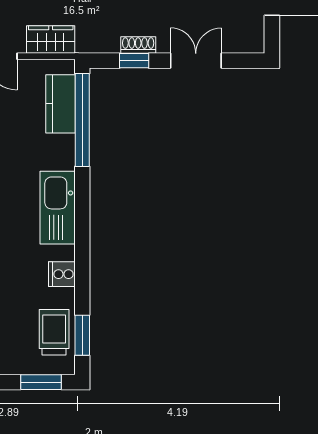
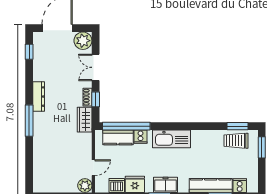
plant: (248, 36) -> (83, 41), added
wardrobe: (51, 39) -> (85, 120), moved
cooker: (62, 274) -> (140, 137), moved

